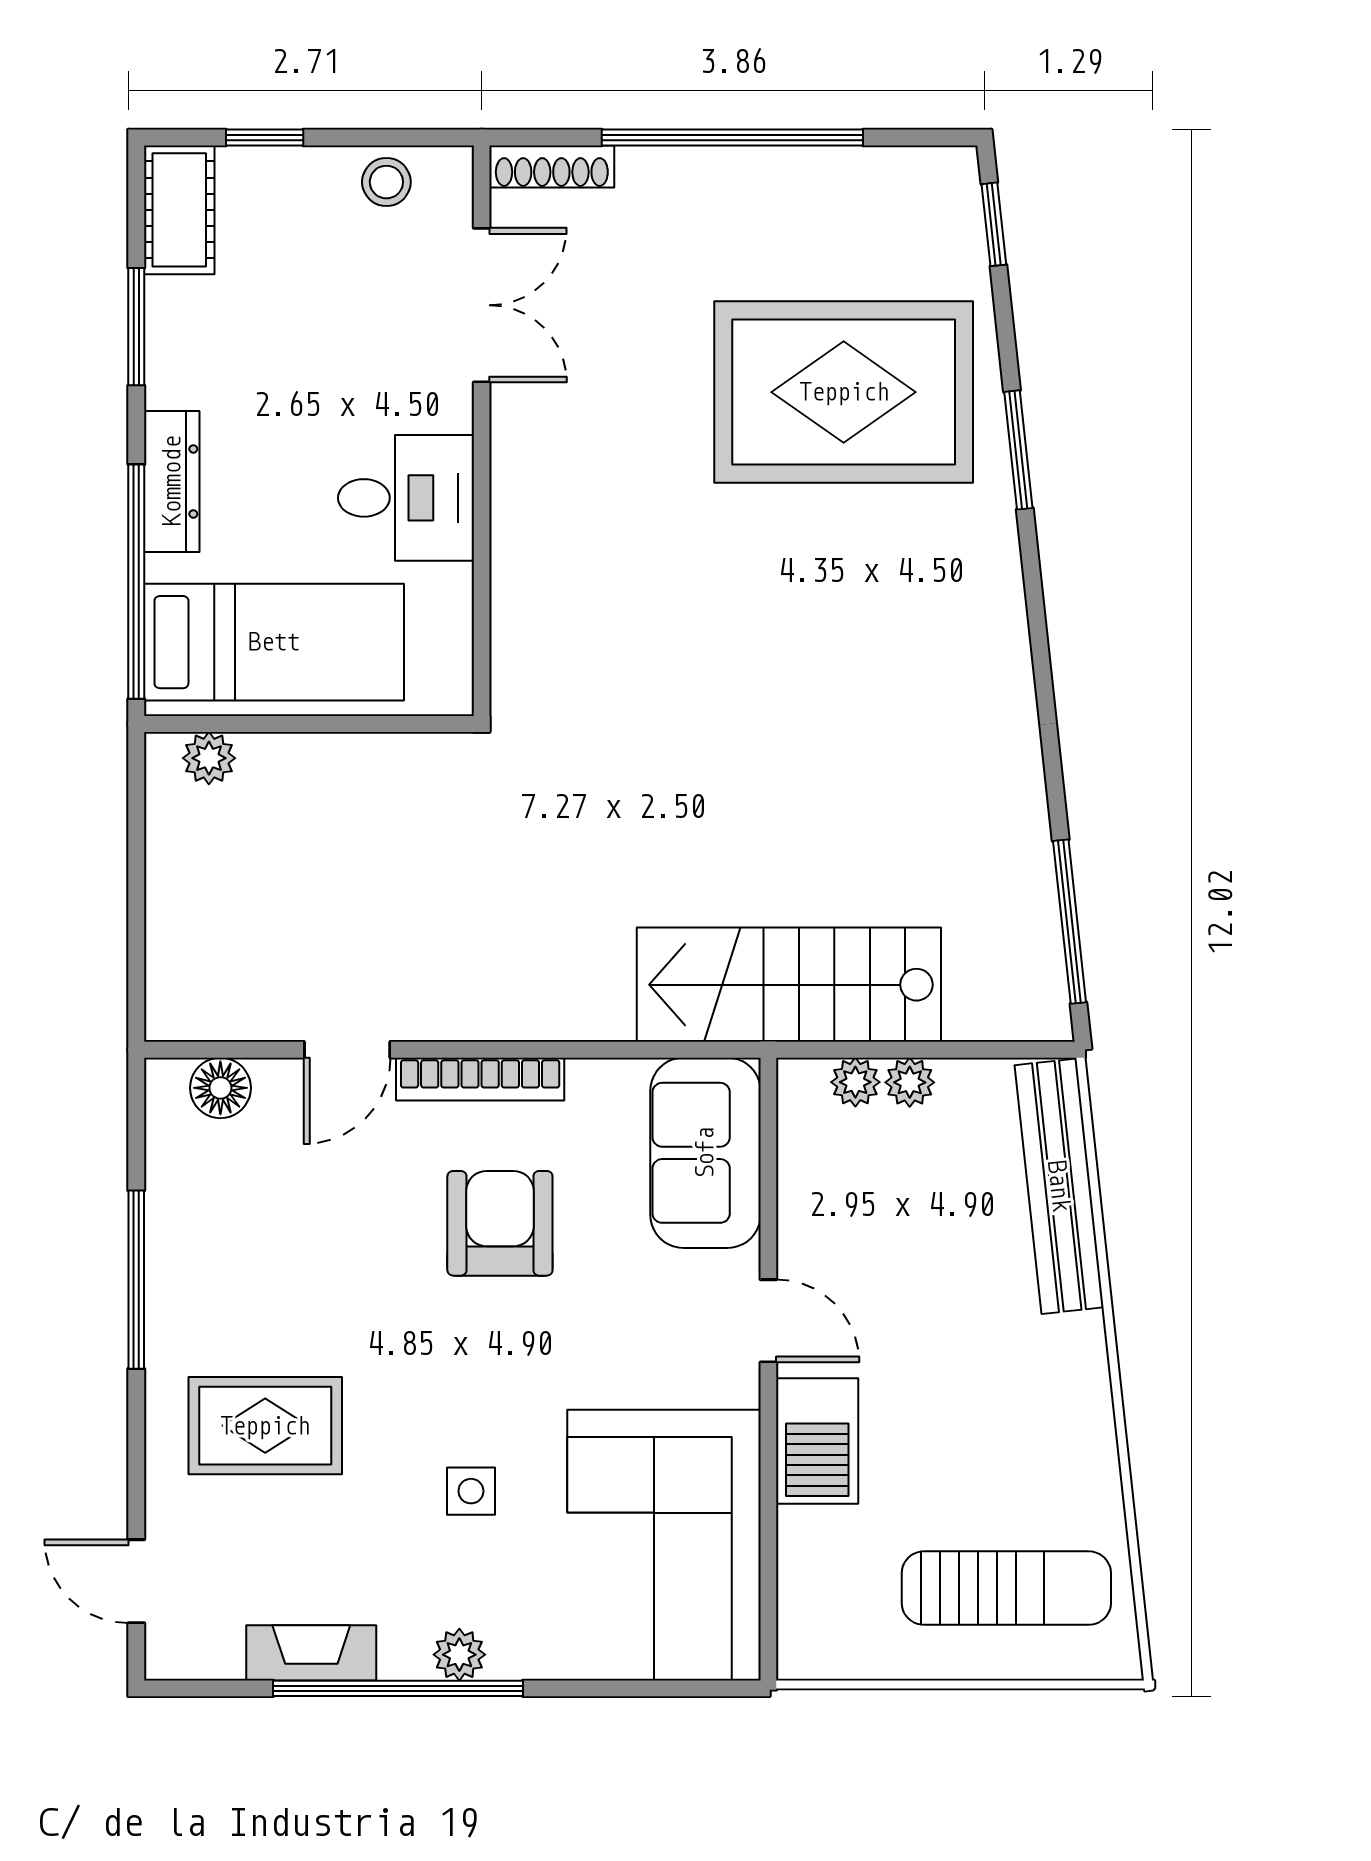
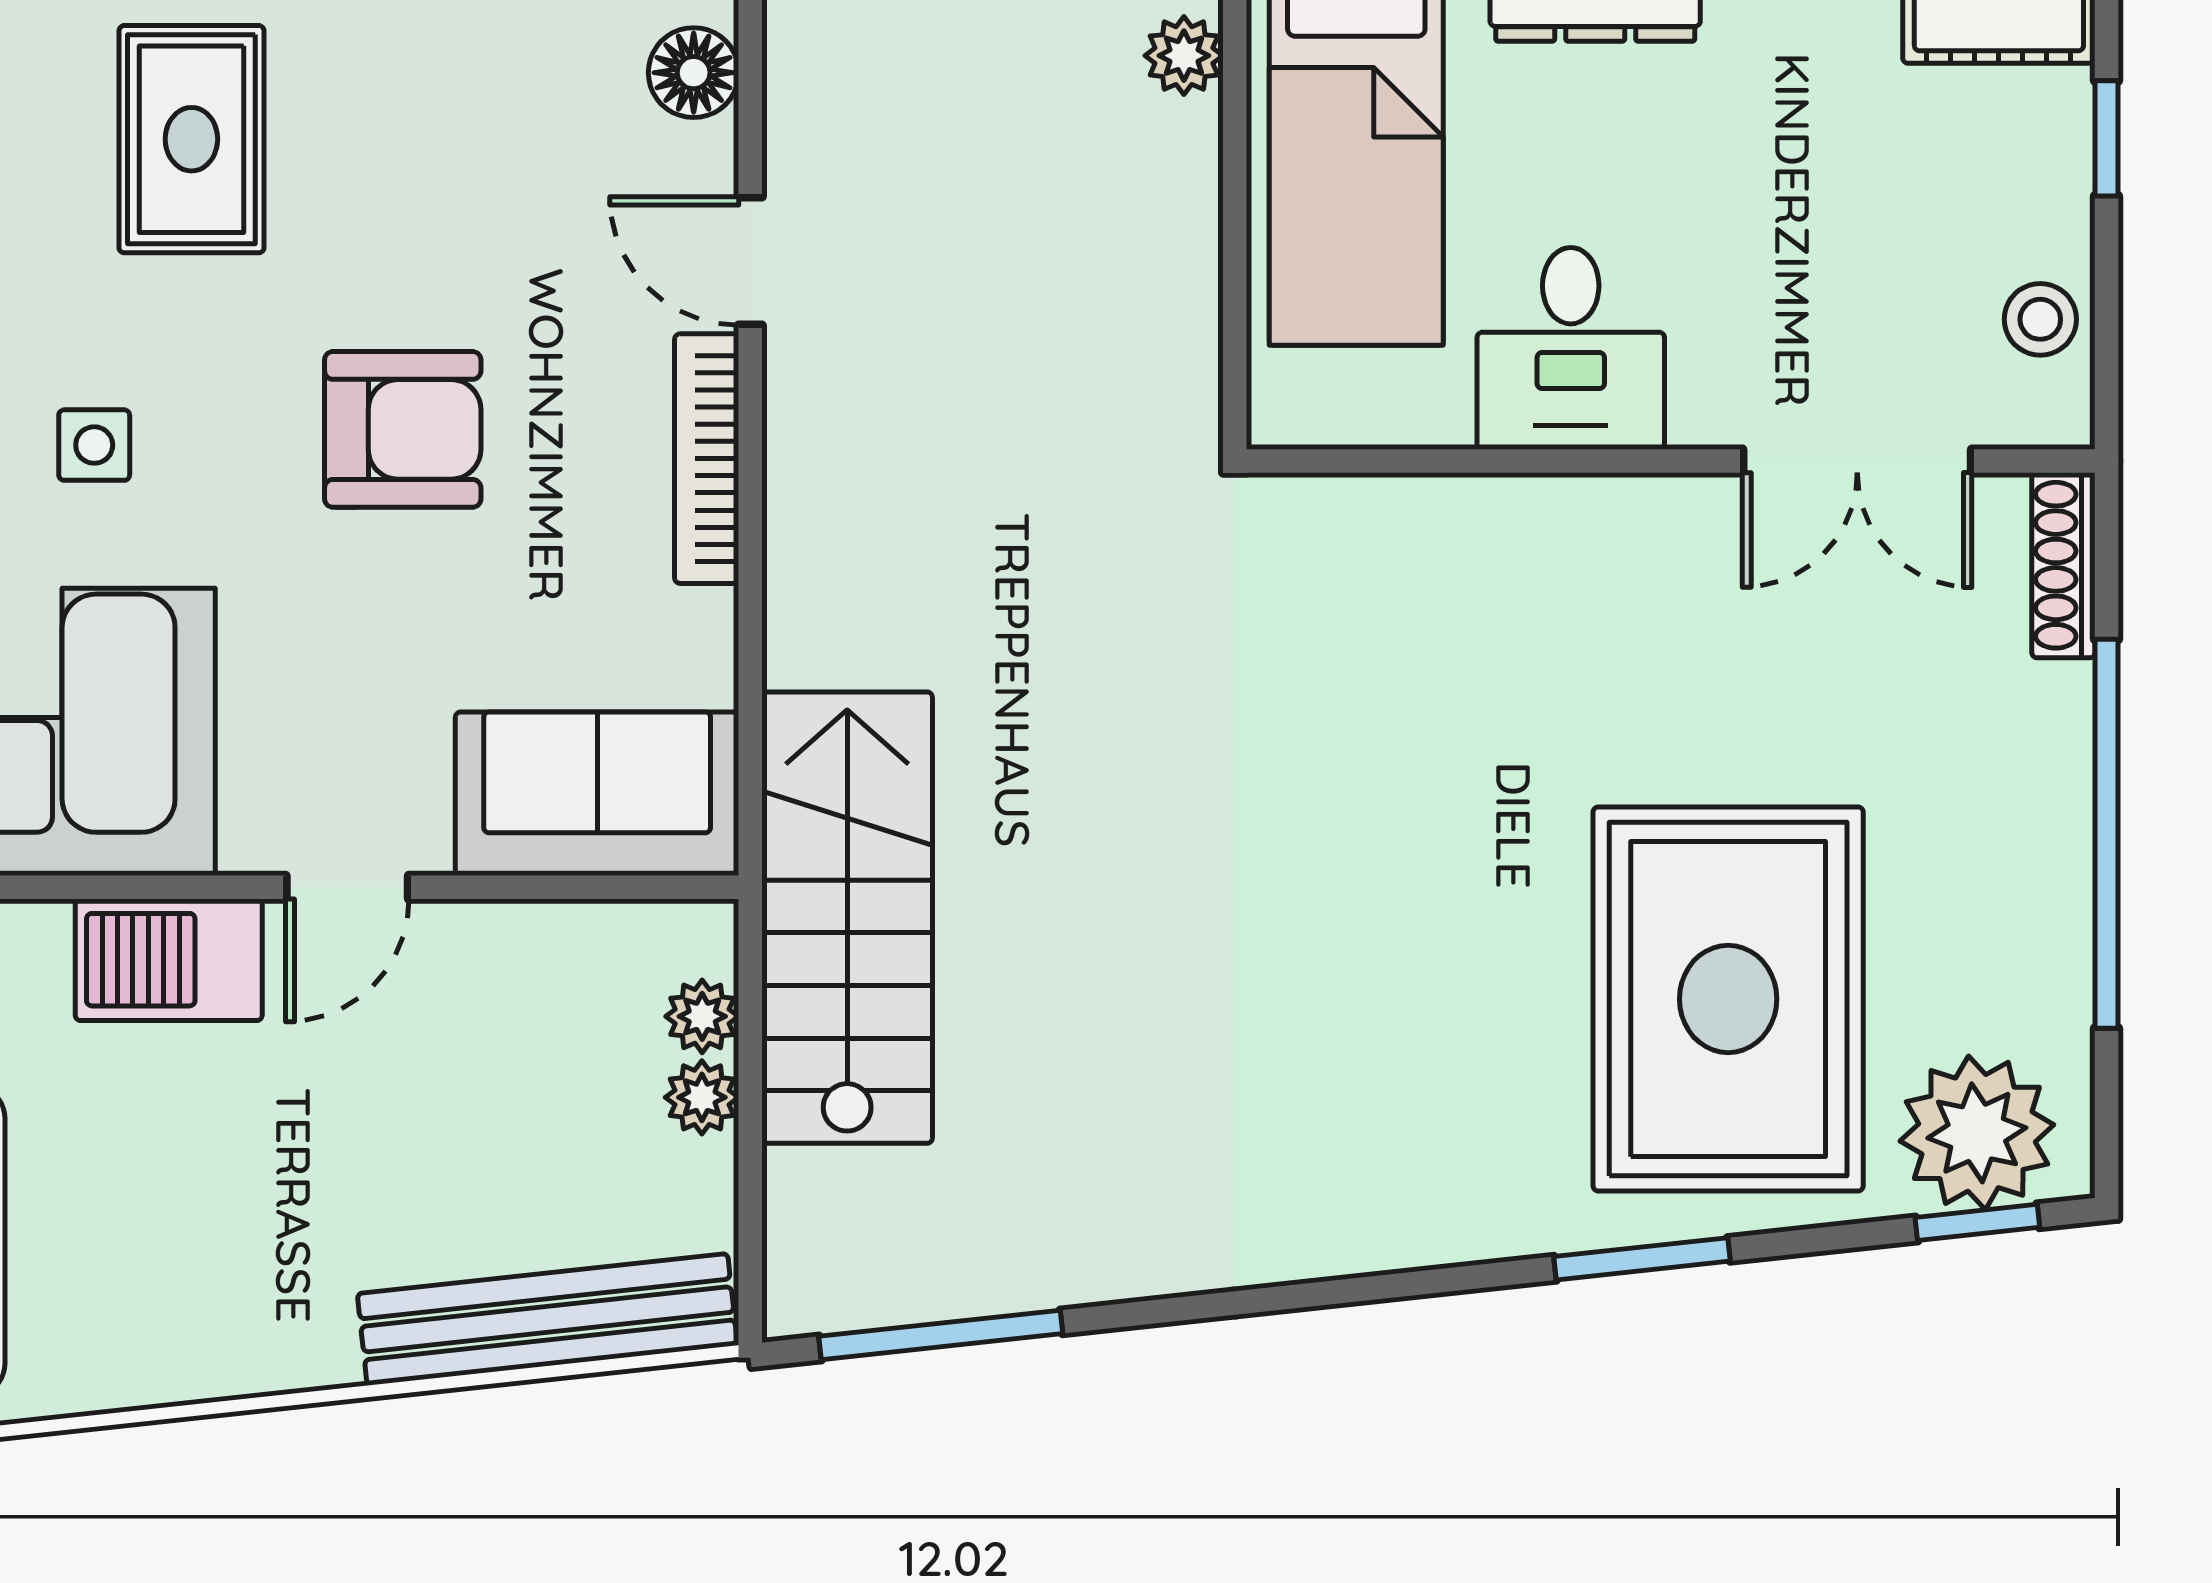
plant: (934, 225) -> (1977, 1133), added
armchair: (500, 1223) -> (403, 429), moved

